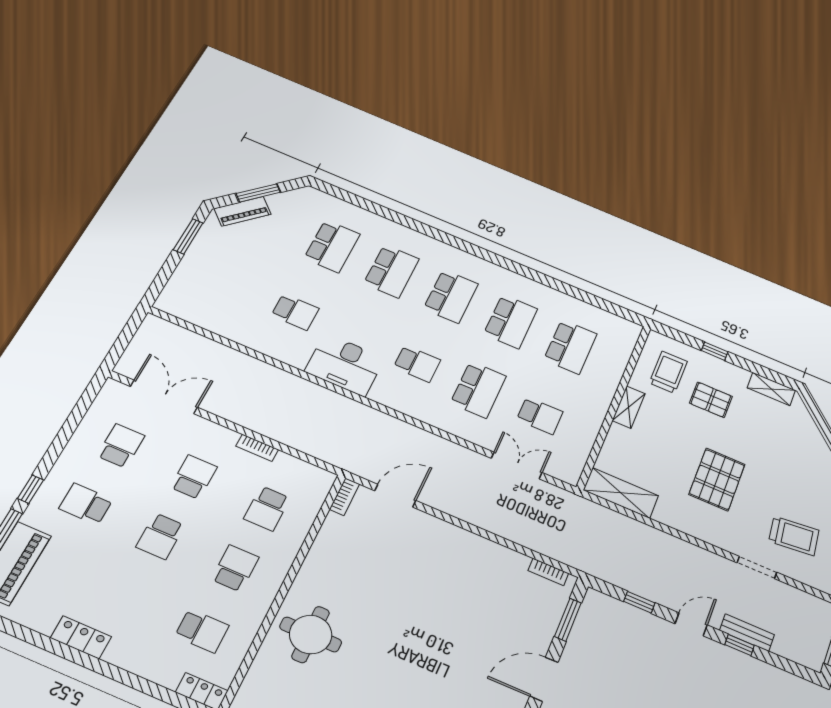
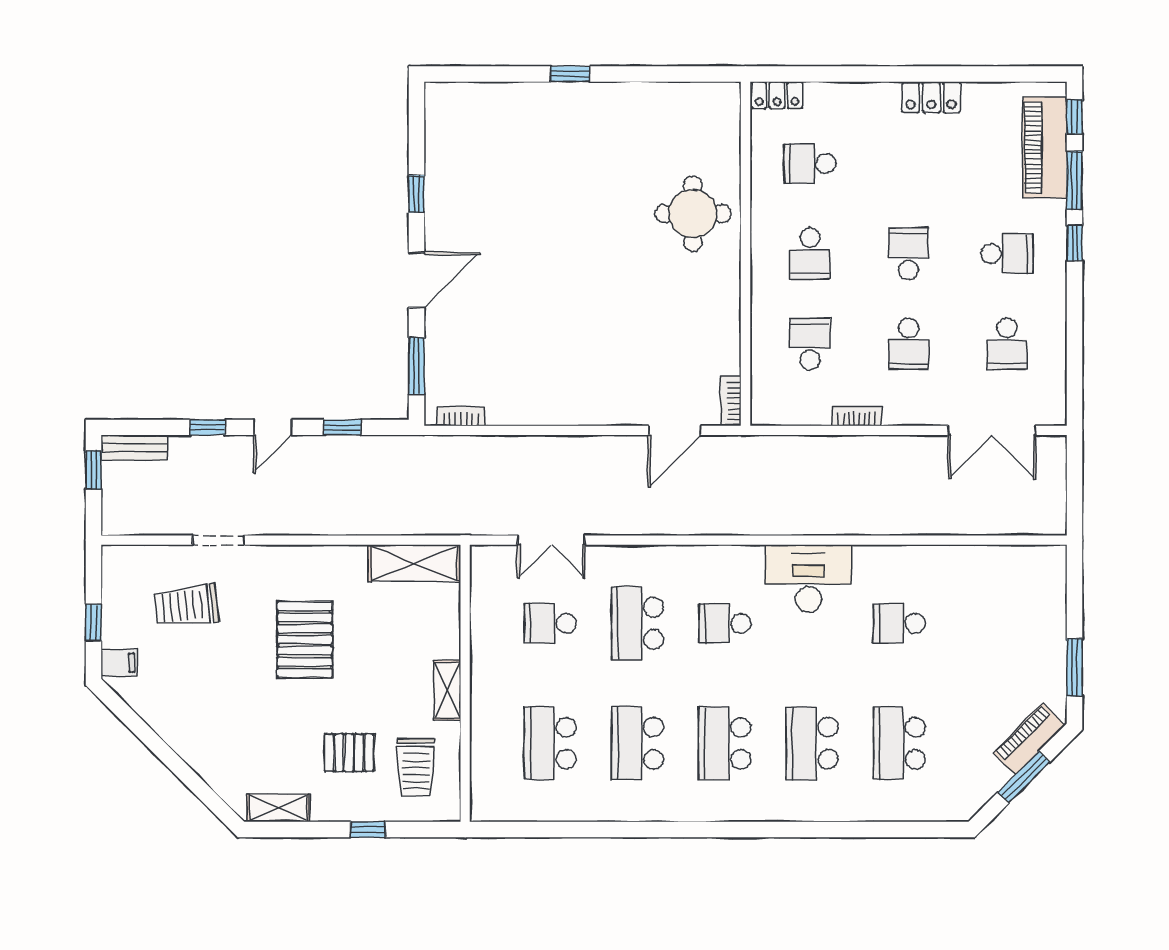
bench: (747, 633) -> (134, 448), moved

